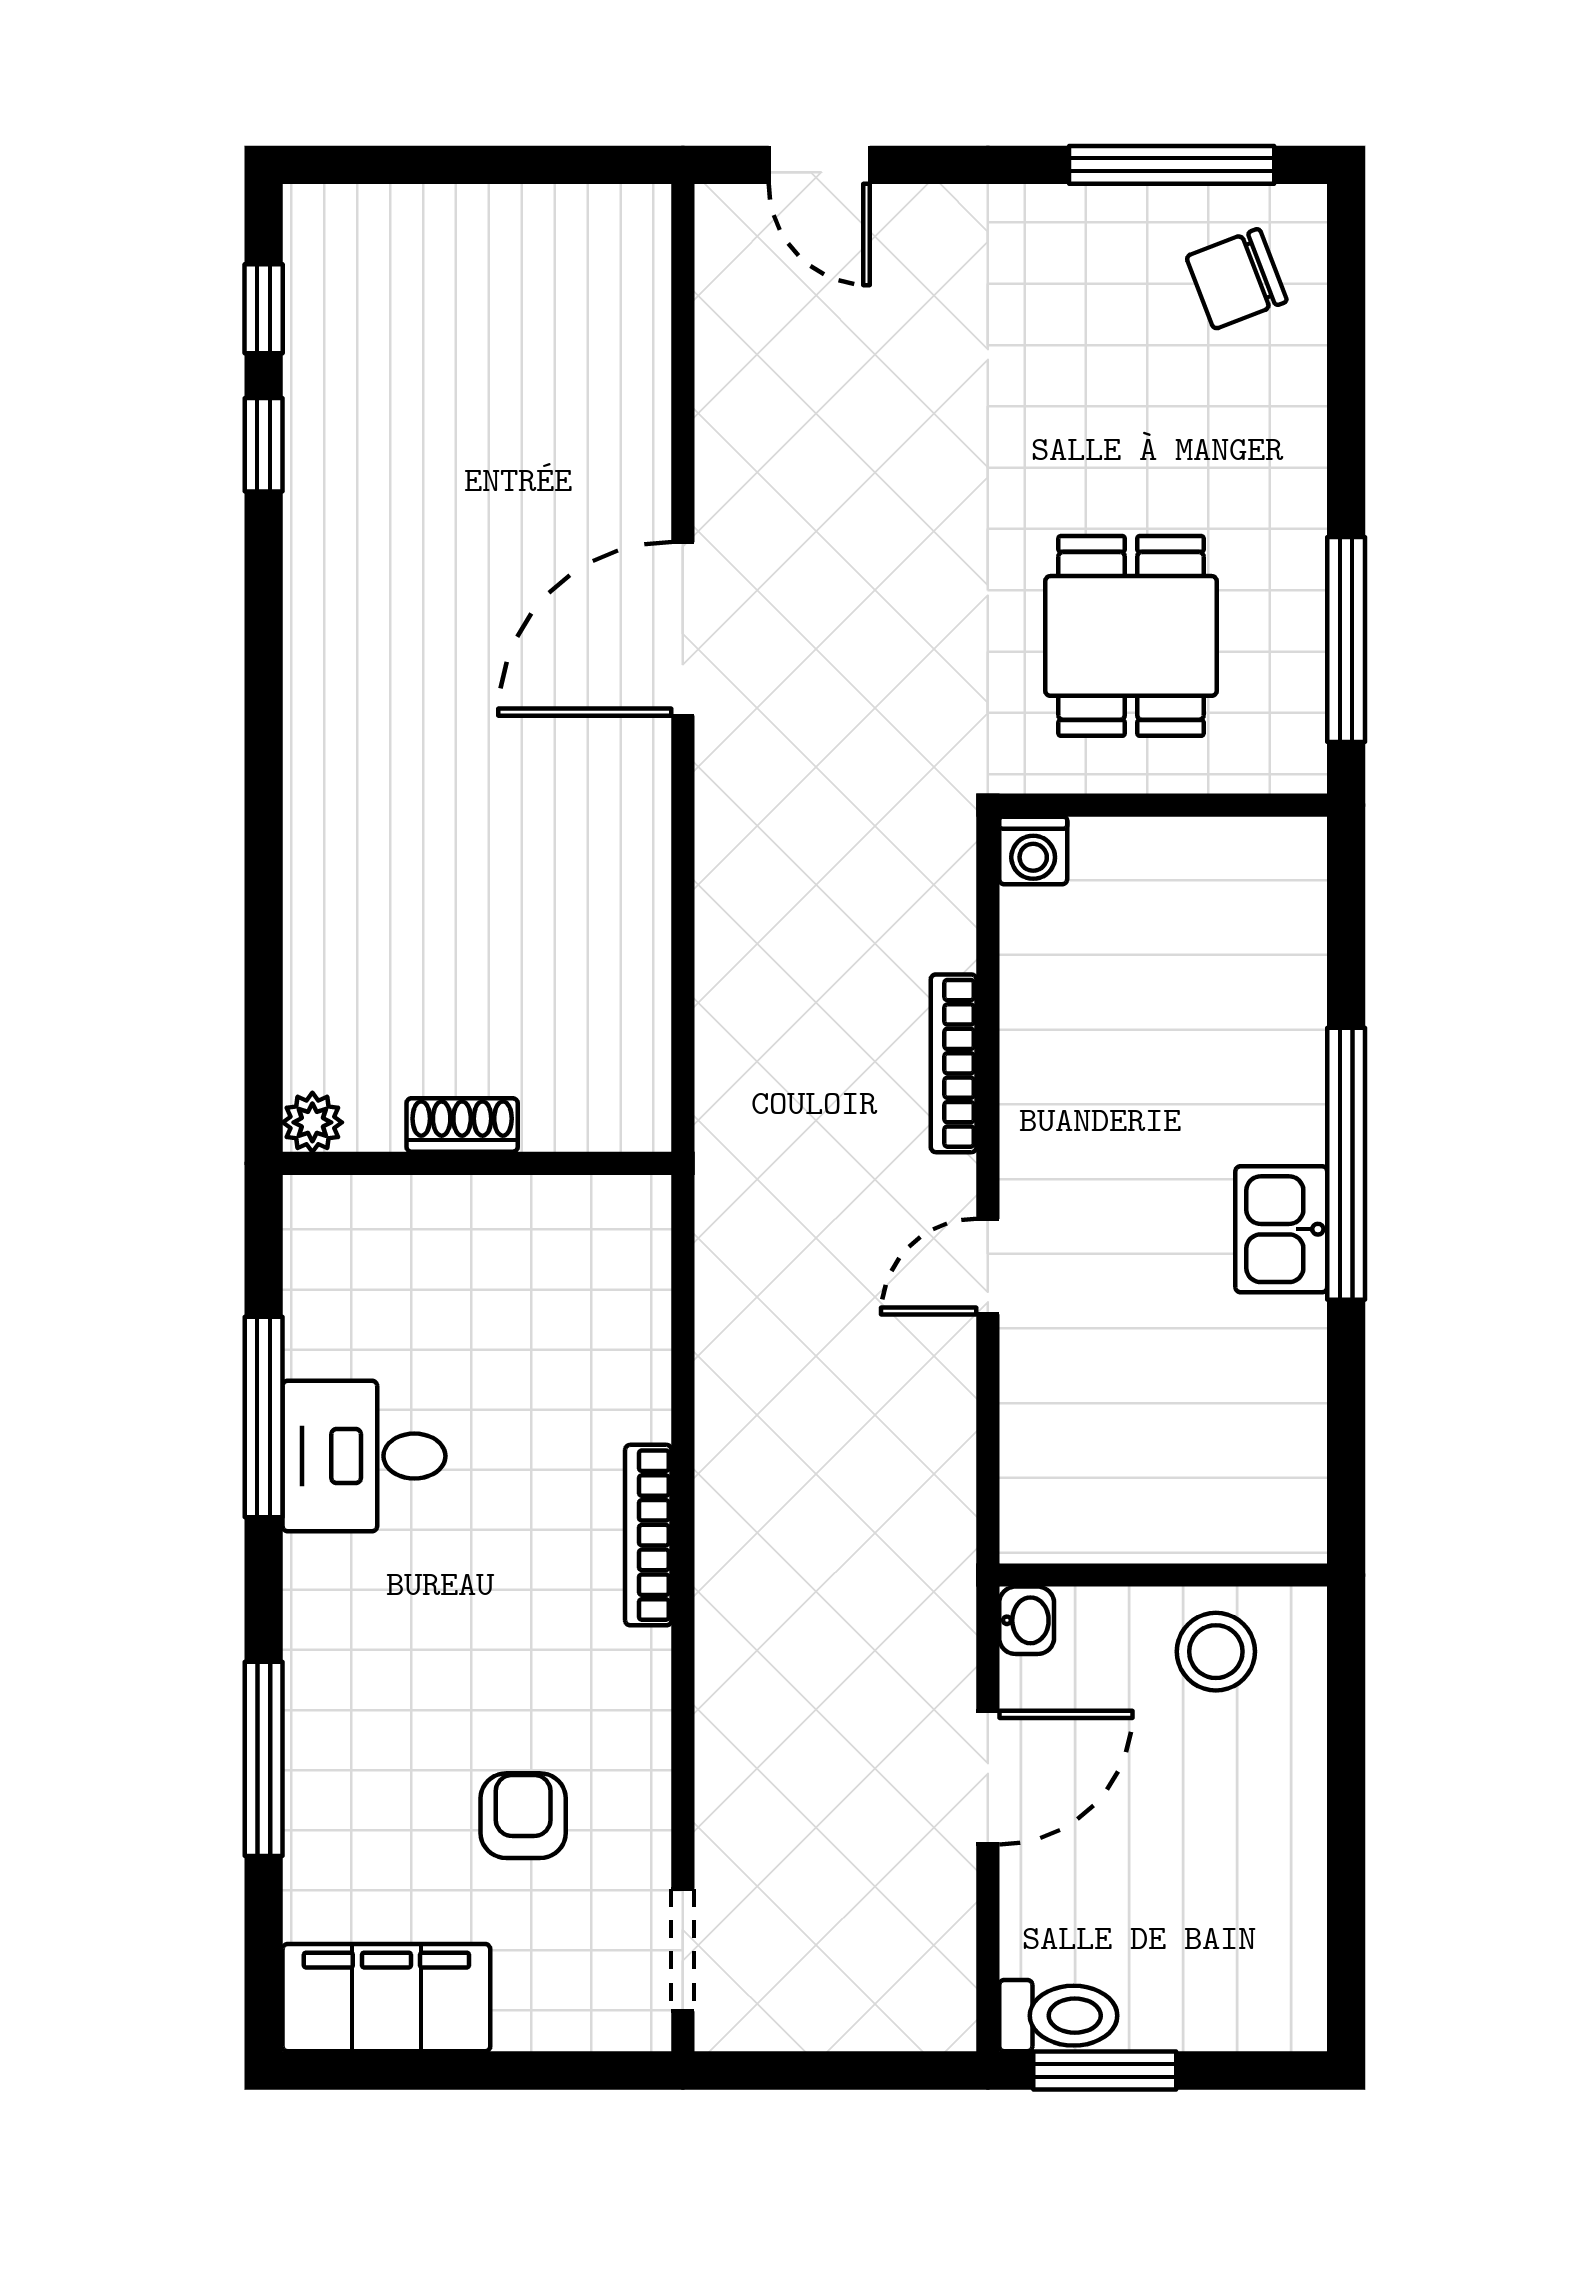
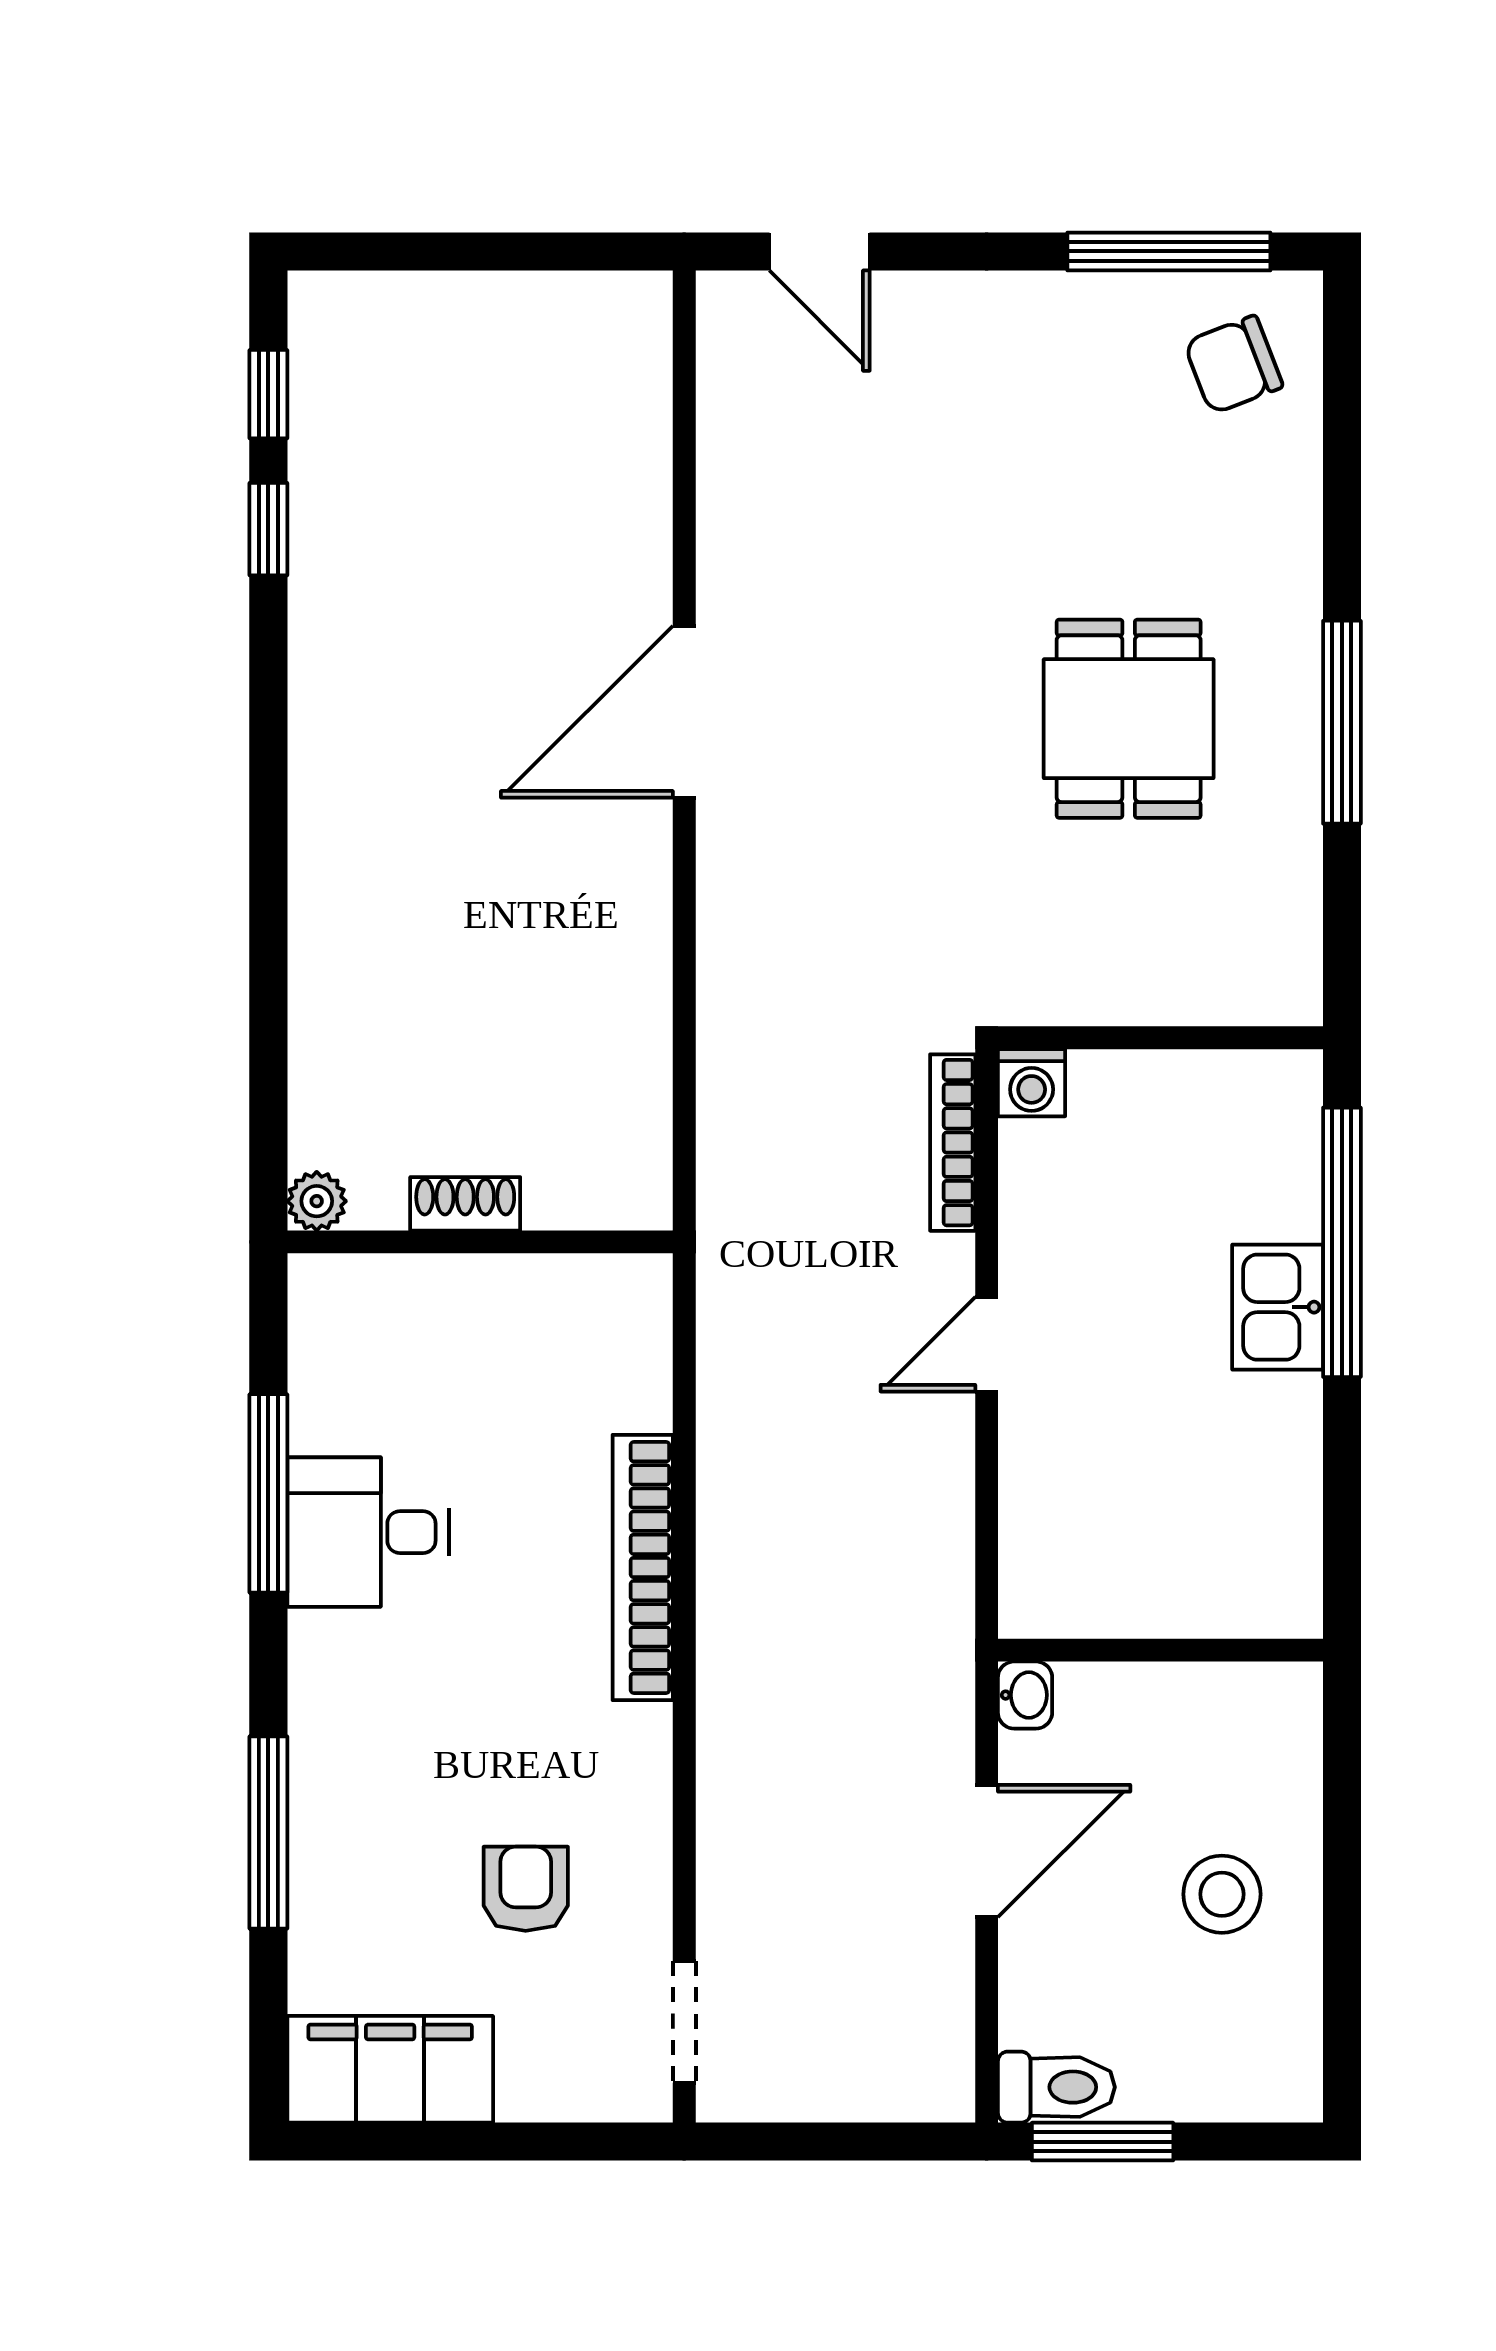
wall: (1163, 805) -> (1160, 1038), moved
washing machine: (1033, 850) -> (1032, 1083), moved
bookcase: (648, 1535) -> (643, 1567), width x1.48, depth x1.31
stool: (1216, 1652) -> (1222, 1894), moved

